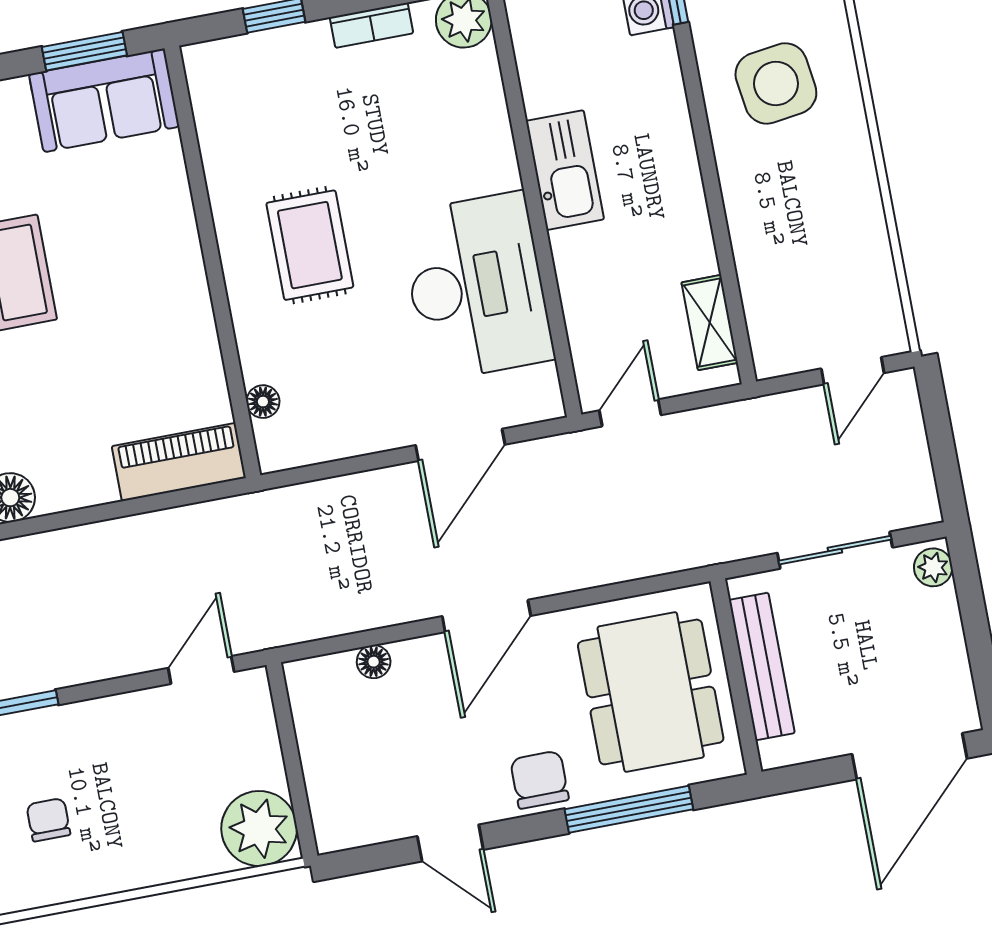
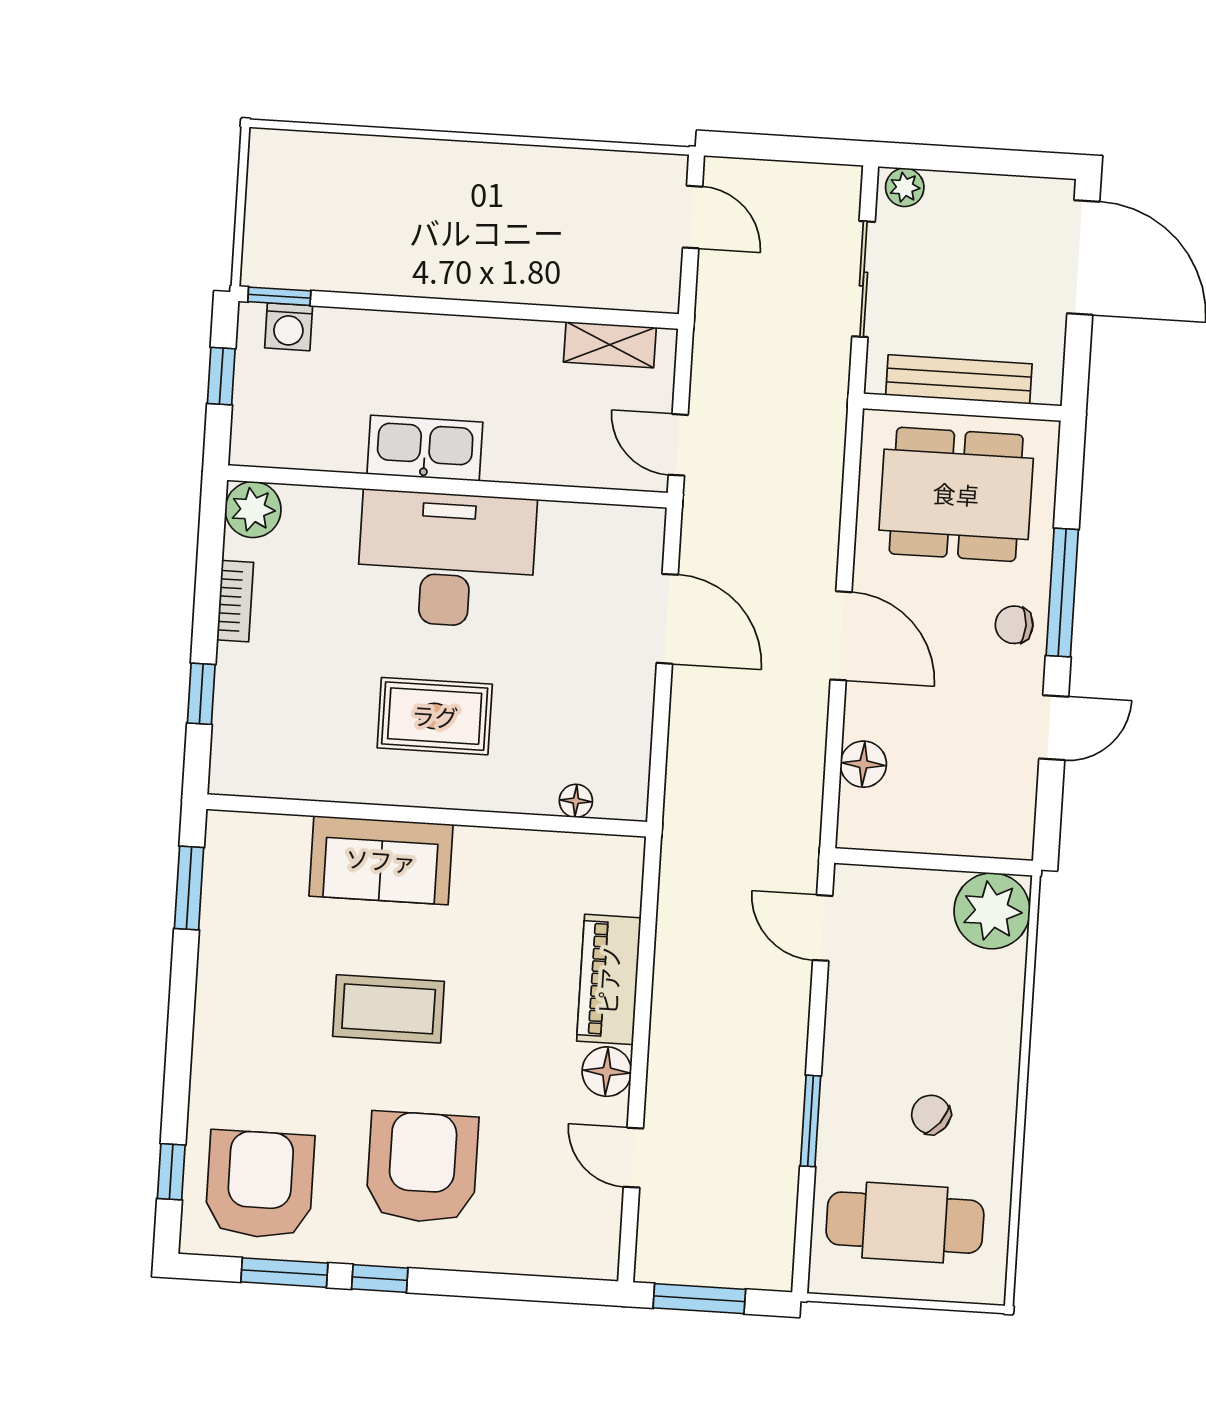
side table: (776, 83) -> (393, 220), removed
sofa: (104, 100) -> (381, 860), moved, turned 90
desk: (476, 286) -> (446, 559), moved
piano: (179, 462) -> (609, 979), moved
floor lamp: (374, 662) -> (863, 764), width x1.37, depth x1.37
chair: (540, 780) -> (1014, 625), width x0.73, depth x0.73
window: (629, 809) -> (1062, 593), moved
chair: (48, 820) -> (931, 1115), turned 38

